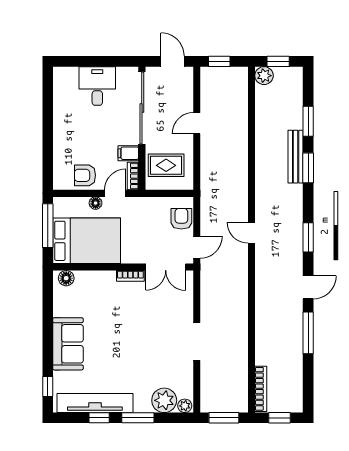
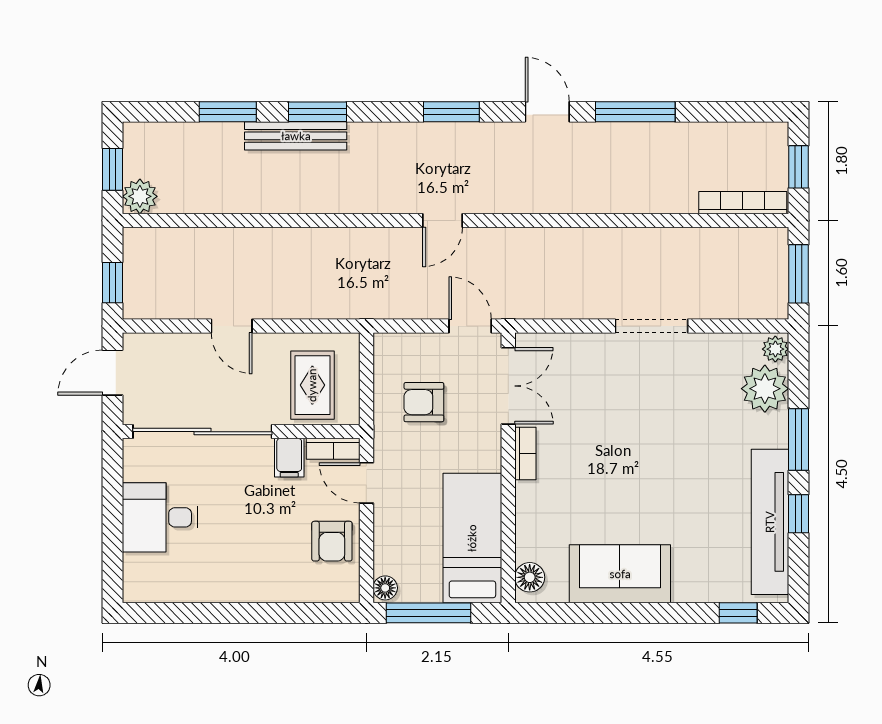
floor lamp: (96, 203) -> (385, 588), moved
armchair: (181, 219) -> (424, 402), moved
bed: (87, 241) -> (472, 538), width x0.67
sofa: (68, 344) -> (620, 574), moved

